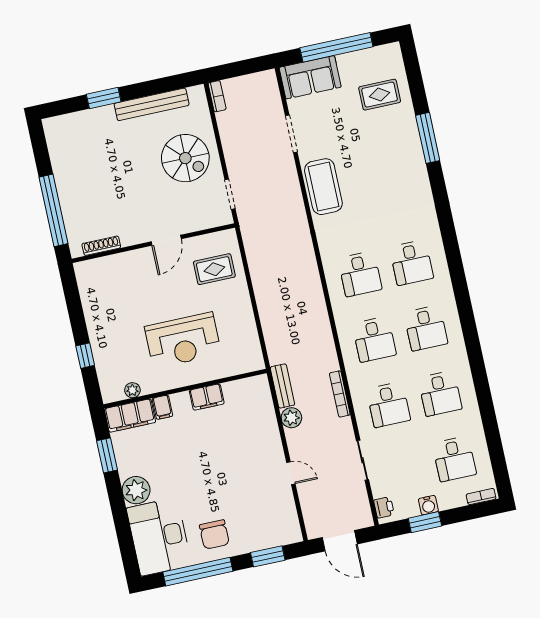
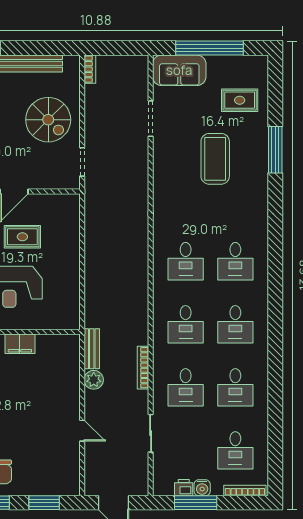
coffee table: (323, 187) -> (215, 159), moved
rug: (214, 269) -> (22, 237), moved
bookcase: (481, 497) -> (245, 490), width x1.56
printer: (384, 507) -> (184, 488), moved, turned -90
window: (425, 522) -> (196, 503), width x1.44

